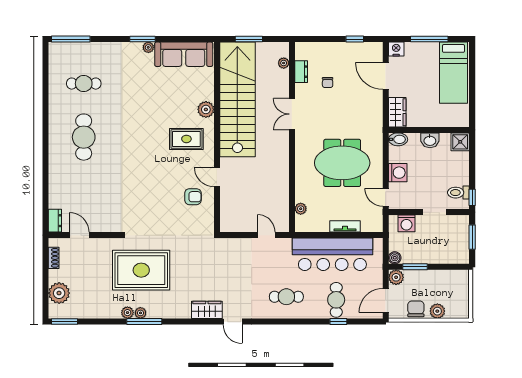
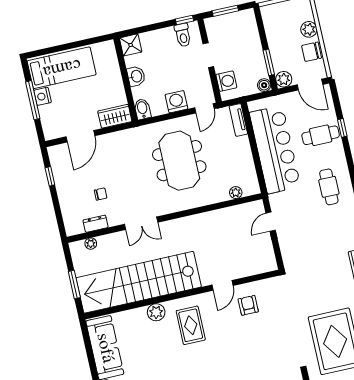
nightstand: (396, 49) -> (43, 96), moved
tv unit: (345, 226) -> (238, 120), moved

